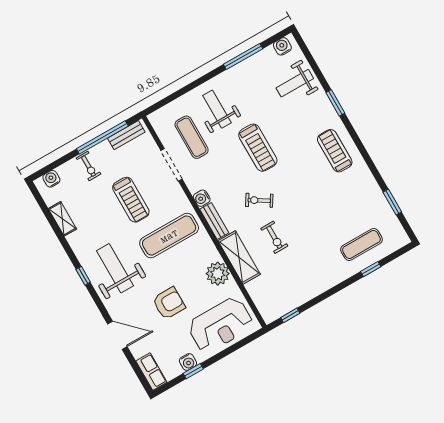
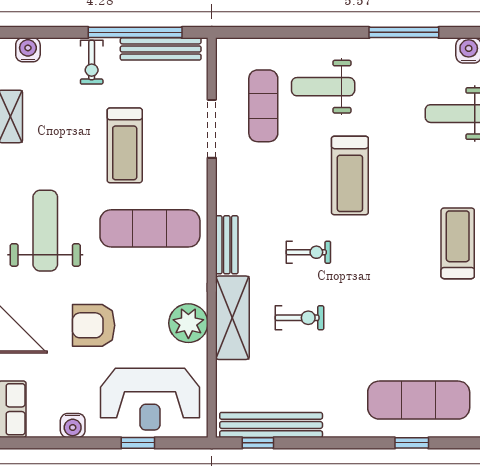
weight bench: (217, 109) -> (323, 87), turned -90
bench: (126, 135) -> (161, 49), width x1.36
water cooler: (202, 198) -> (228, 202), removed
exercise bike: (259, 200) -> (308, 252), turned 148
exercise bike: (274, 237) -> (300, 318), turned -90
exercise mat: (361, 245) -> (419, 400), width x1.36, depth x1.45
bench: (292, 302) -> (271, 425), added
armchair: (169, 303) -> (94, 325), turned 180
window: (193, 371) -> (138, 443), moved

